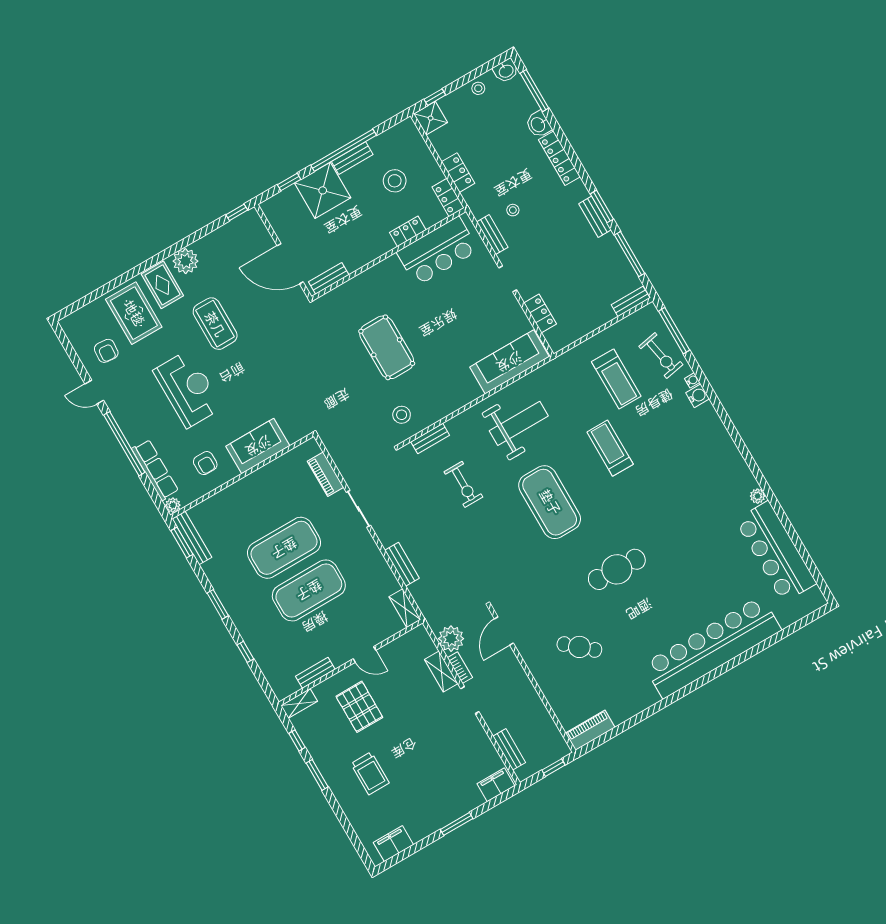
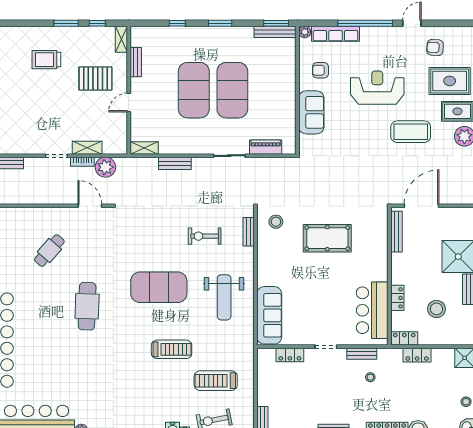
bench: (329, 278) -> (396, 232), width x1.36
reception desk: (188, 389) -> (377, 88), turned 180

